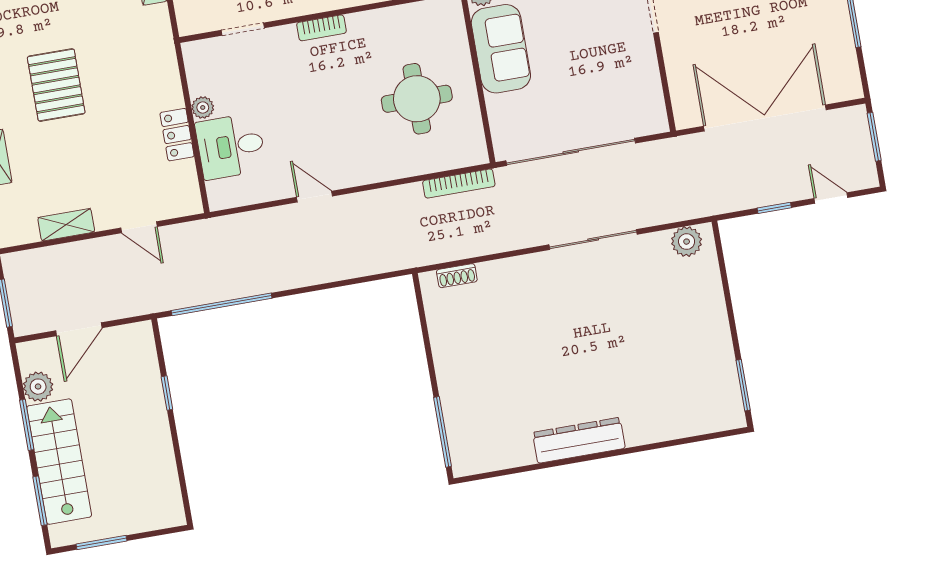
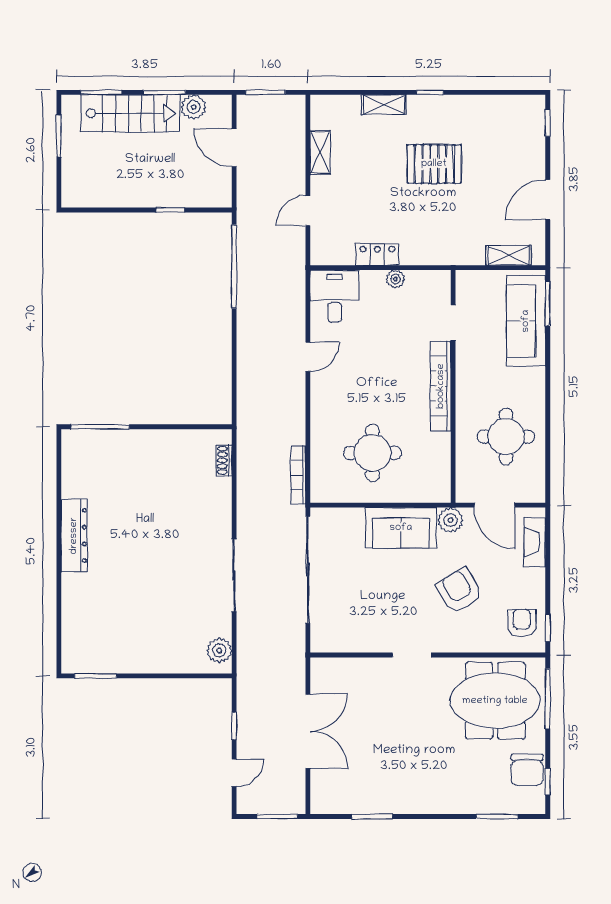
bookcase: (321, 28) -> (441, 386), width x2.31, depth x1.31
double door: (765, 118) -> (308, 731), width x0.73
desk: (231, 146) -> (334, 296), moved

